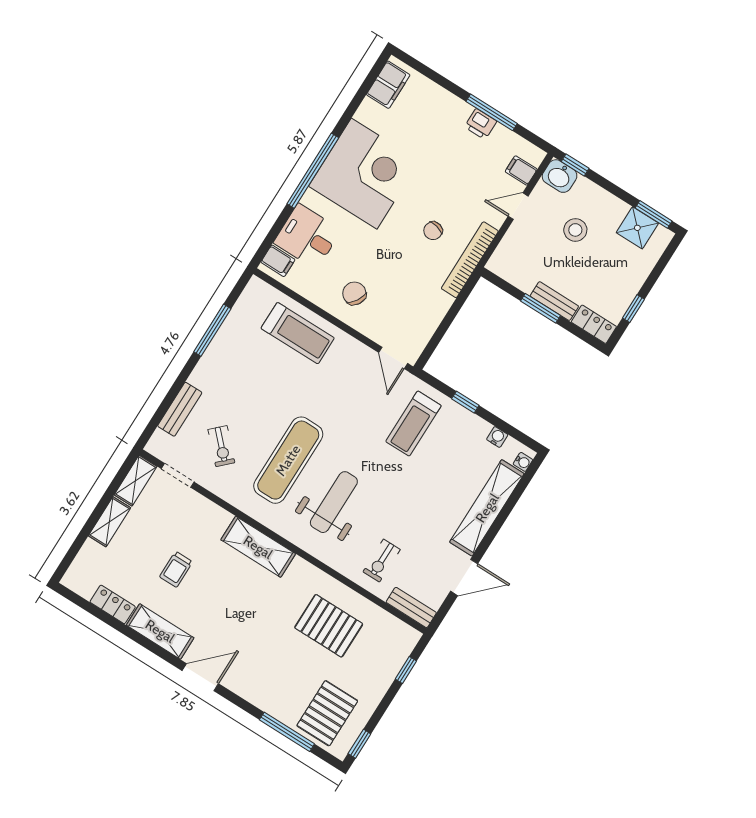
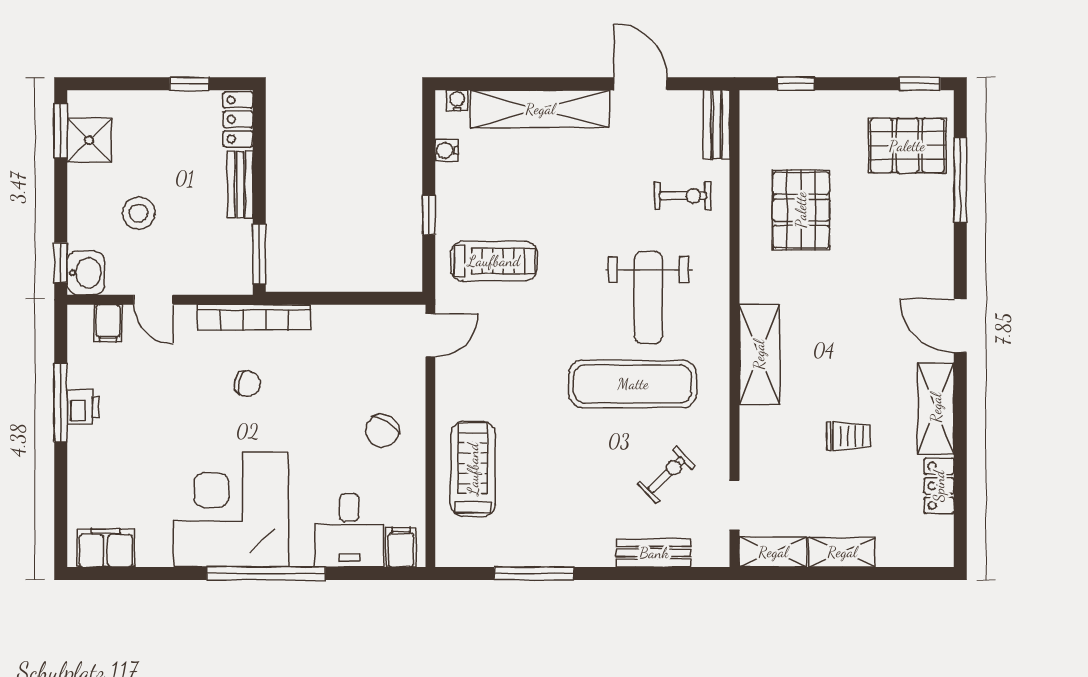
window: (540, 308) -> (259, 254), moved
weight bench: (334, 502) -> (648, 297), turned -90

